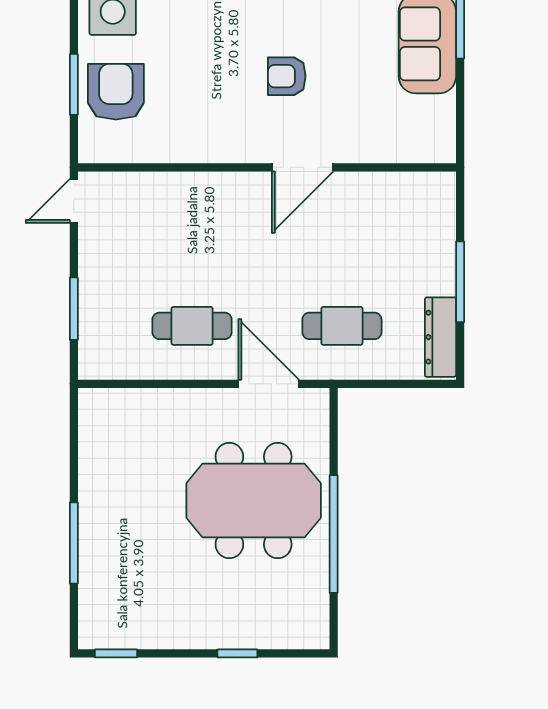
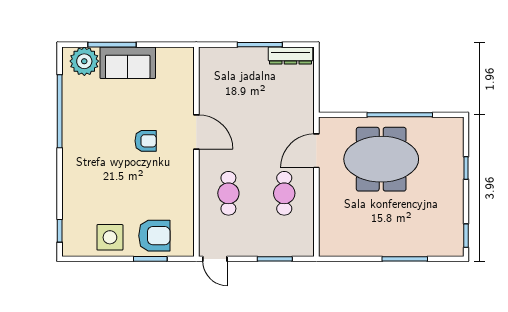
armchair: (287, 76) -> (146, 141), turned -90
armchair: (116, 92) -> (154, 236), turned 180
cafe table: (342, 326) -> (228, 193), moved
meeting table: (254, 501) -> (381, 159), turned 90

